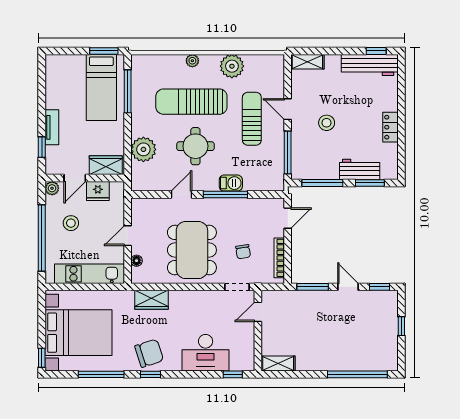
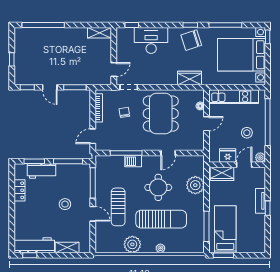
shelving: (307, 62) -> (67, 248), moved
locker: (391, 127) -> (19, 190), moved
window: (42, 147) -> (268, 208), moved
window: (225, 195) -> (126, 153), moved

